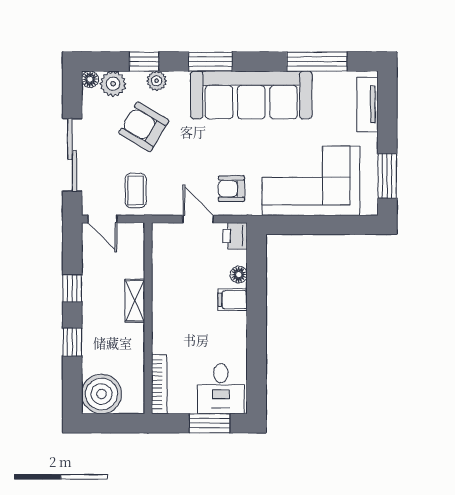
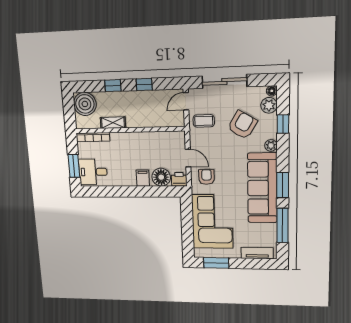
window: (210, 62) -> (283, 185), moved
plant: (157, 81) -> (271, 145), moved
door: (198, 219) -> (188, 158), hinge flipped
floor lamp: (239, 275) -> (161, 177), width x1.89, depth x1.89
shelving: (135, 301) -> (113, 123), moved

